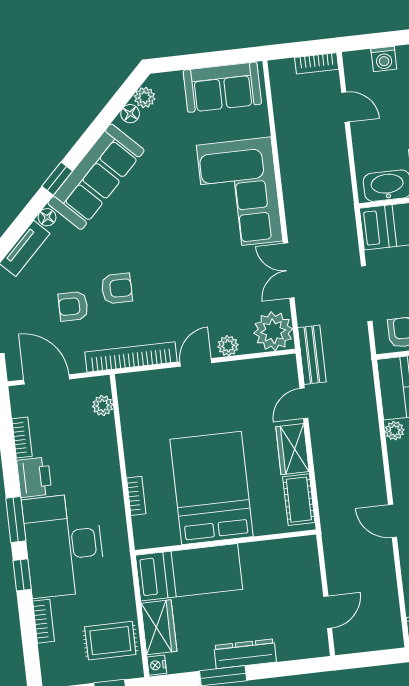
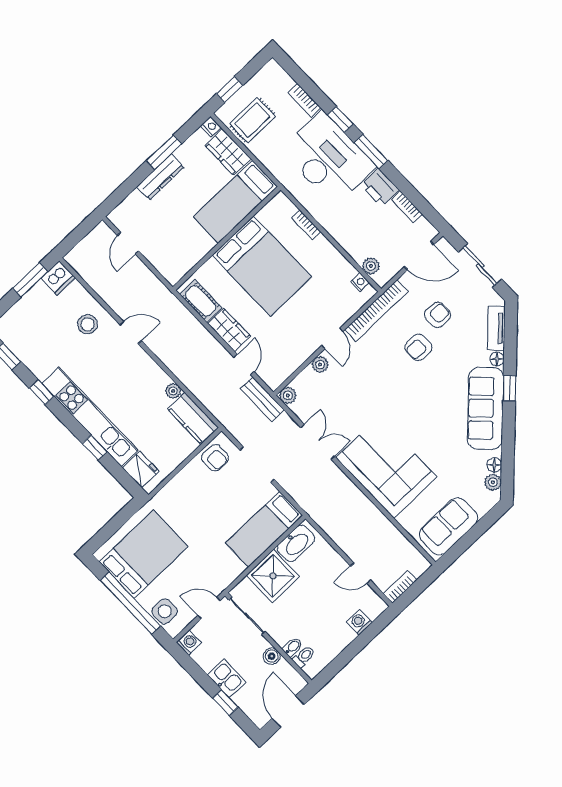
plant: (273, 331) -> (288, 395), width x0.53, depth x0.53
nightstand: (126, 398) -> (360, 282), added

